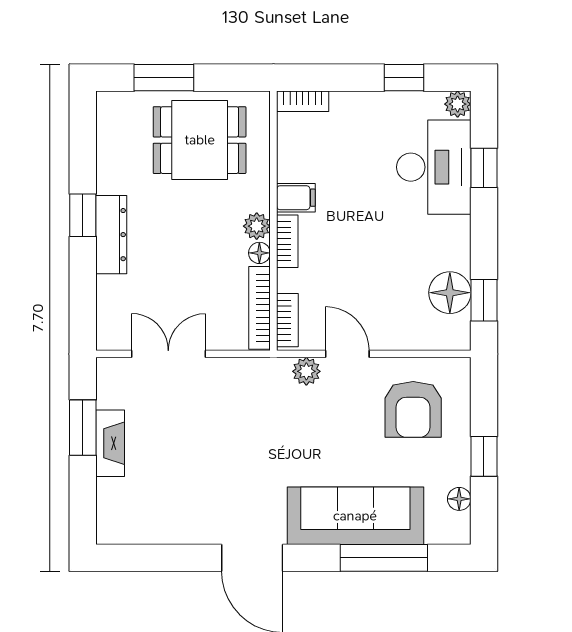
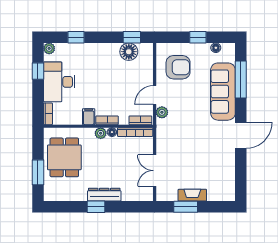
desk: (434, 167) -> (59, 82), moved, turned -90

